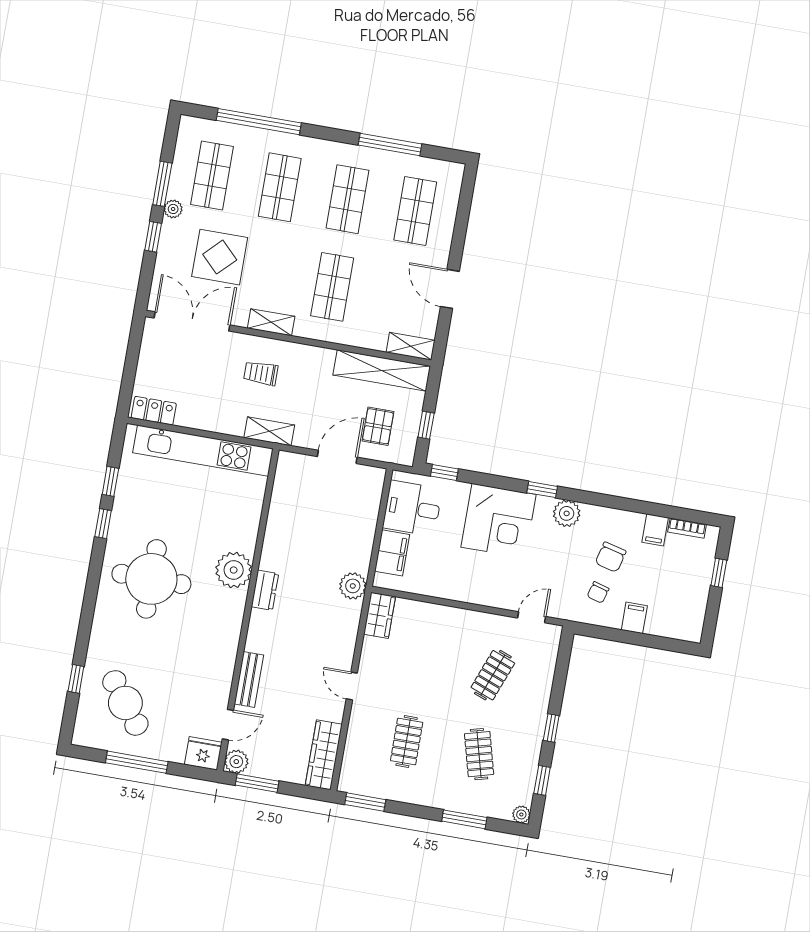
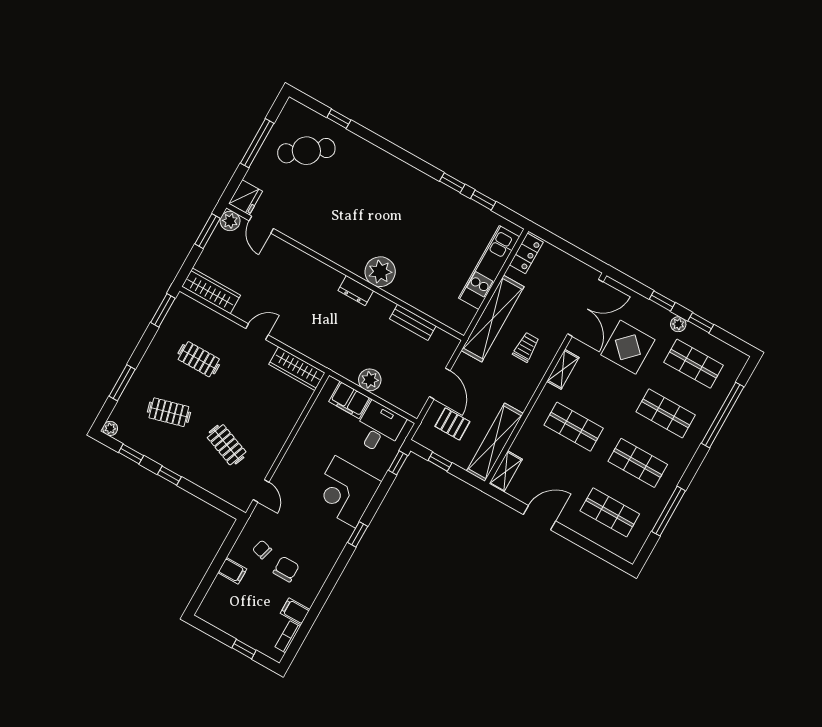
window: (162, 184) -> (701, 323), width x0.67
shelving: (269, 431) -> (493, 319), width x2.20, depth x1.33
kitchen unit: (203, 451) -> (489, 268), width x0.73
plant: (567, 513) -> (332, 547), removed
chair: (611, 557) -> (286, 569), turned 76
round table: (151, 579) -> (396, 205), removed
plant: (353, 586) -> (370, 380), moved
wardrobe: (380, 615) -> (297, 369), width x1.50
bench: (249, 680) -> (413, 322), moved

